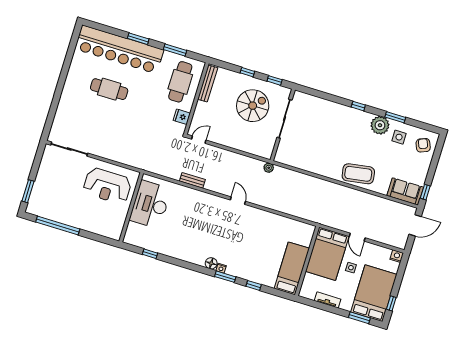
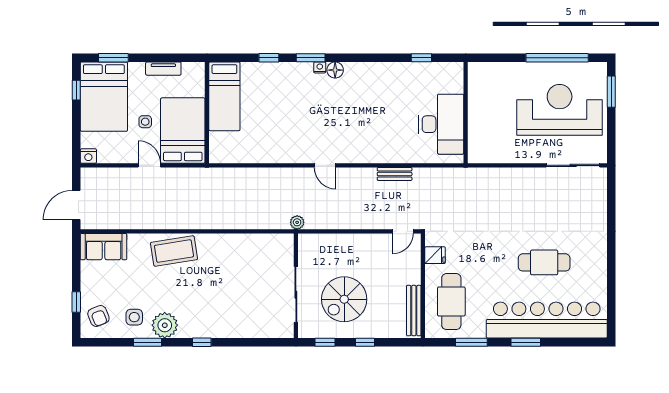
reception desk: (107, 186) -> (560, 110), moved, width x1.36, depth x1.30
window: (425, 192) -> (76, 302), moved

